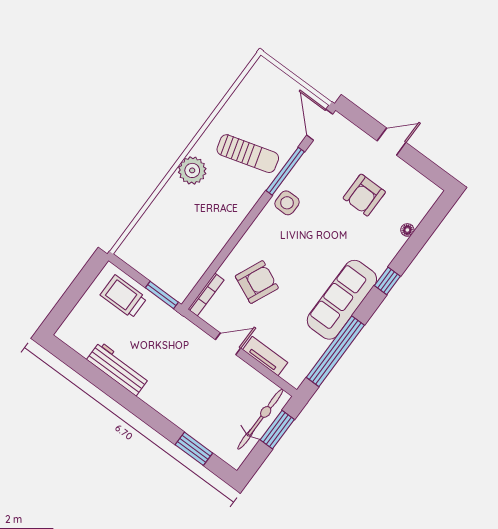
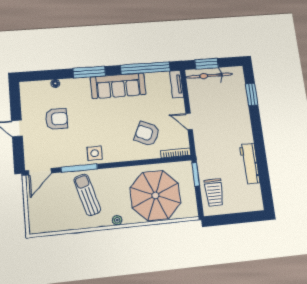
plant: (192, 170) -> (117, 220), width x0.53, depth x0.53
parasol: (180, 228) -> (155, 195), added
window: (387, 281) -> (89, 72), width x2.17
tv unit: (265, 356) -> (177, 84), moved

